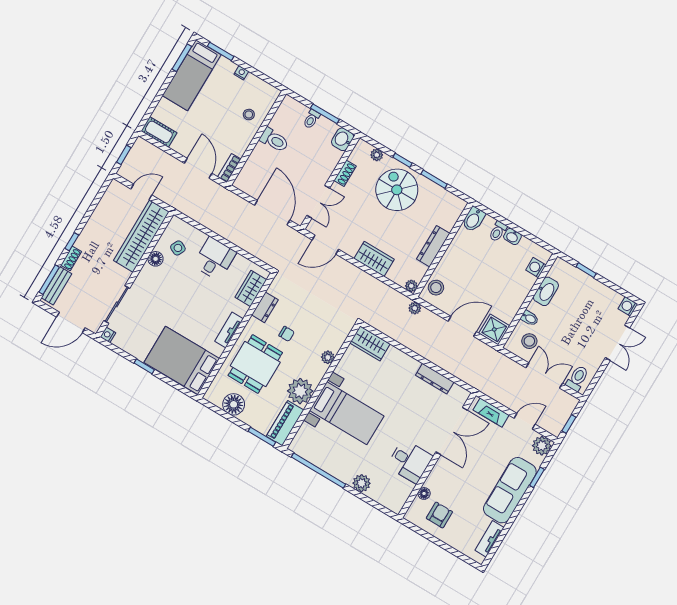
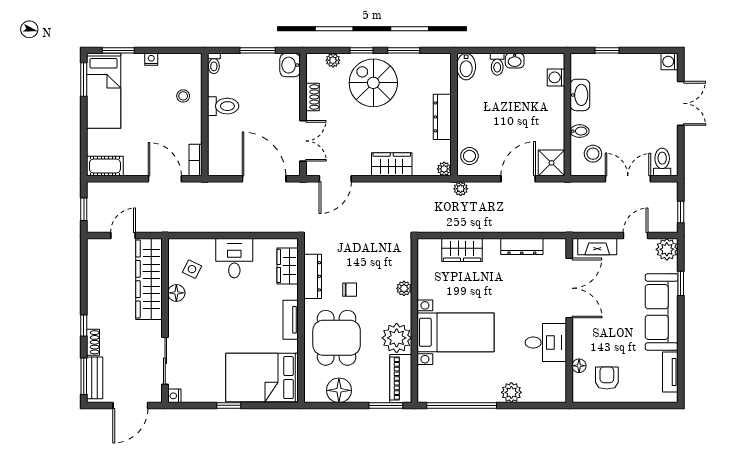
toilet: (311, 119) -> (214, 63), moved
dresser: (265, 307) -> (313, 276), width x1.44
wardrobe: (370, 343) -> (462, 250), moved

